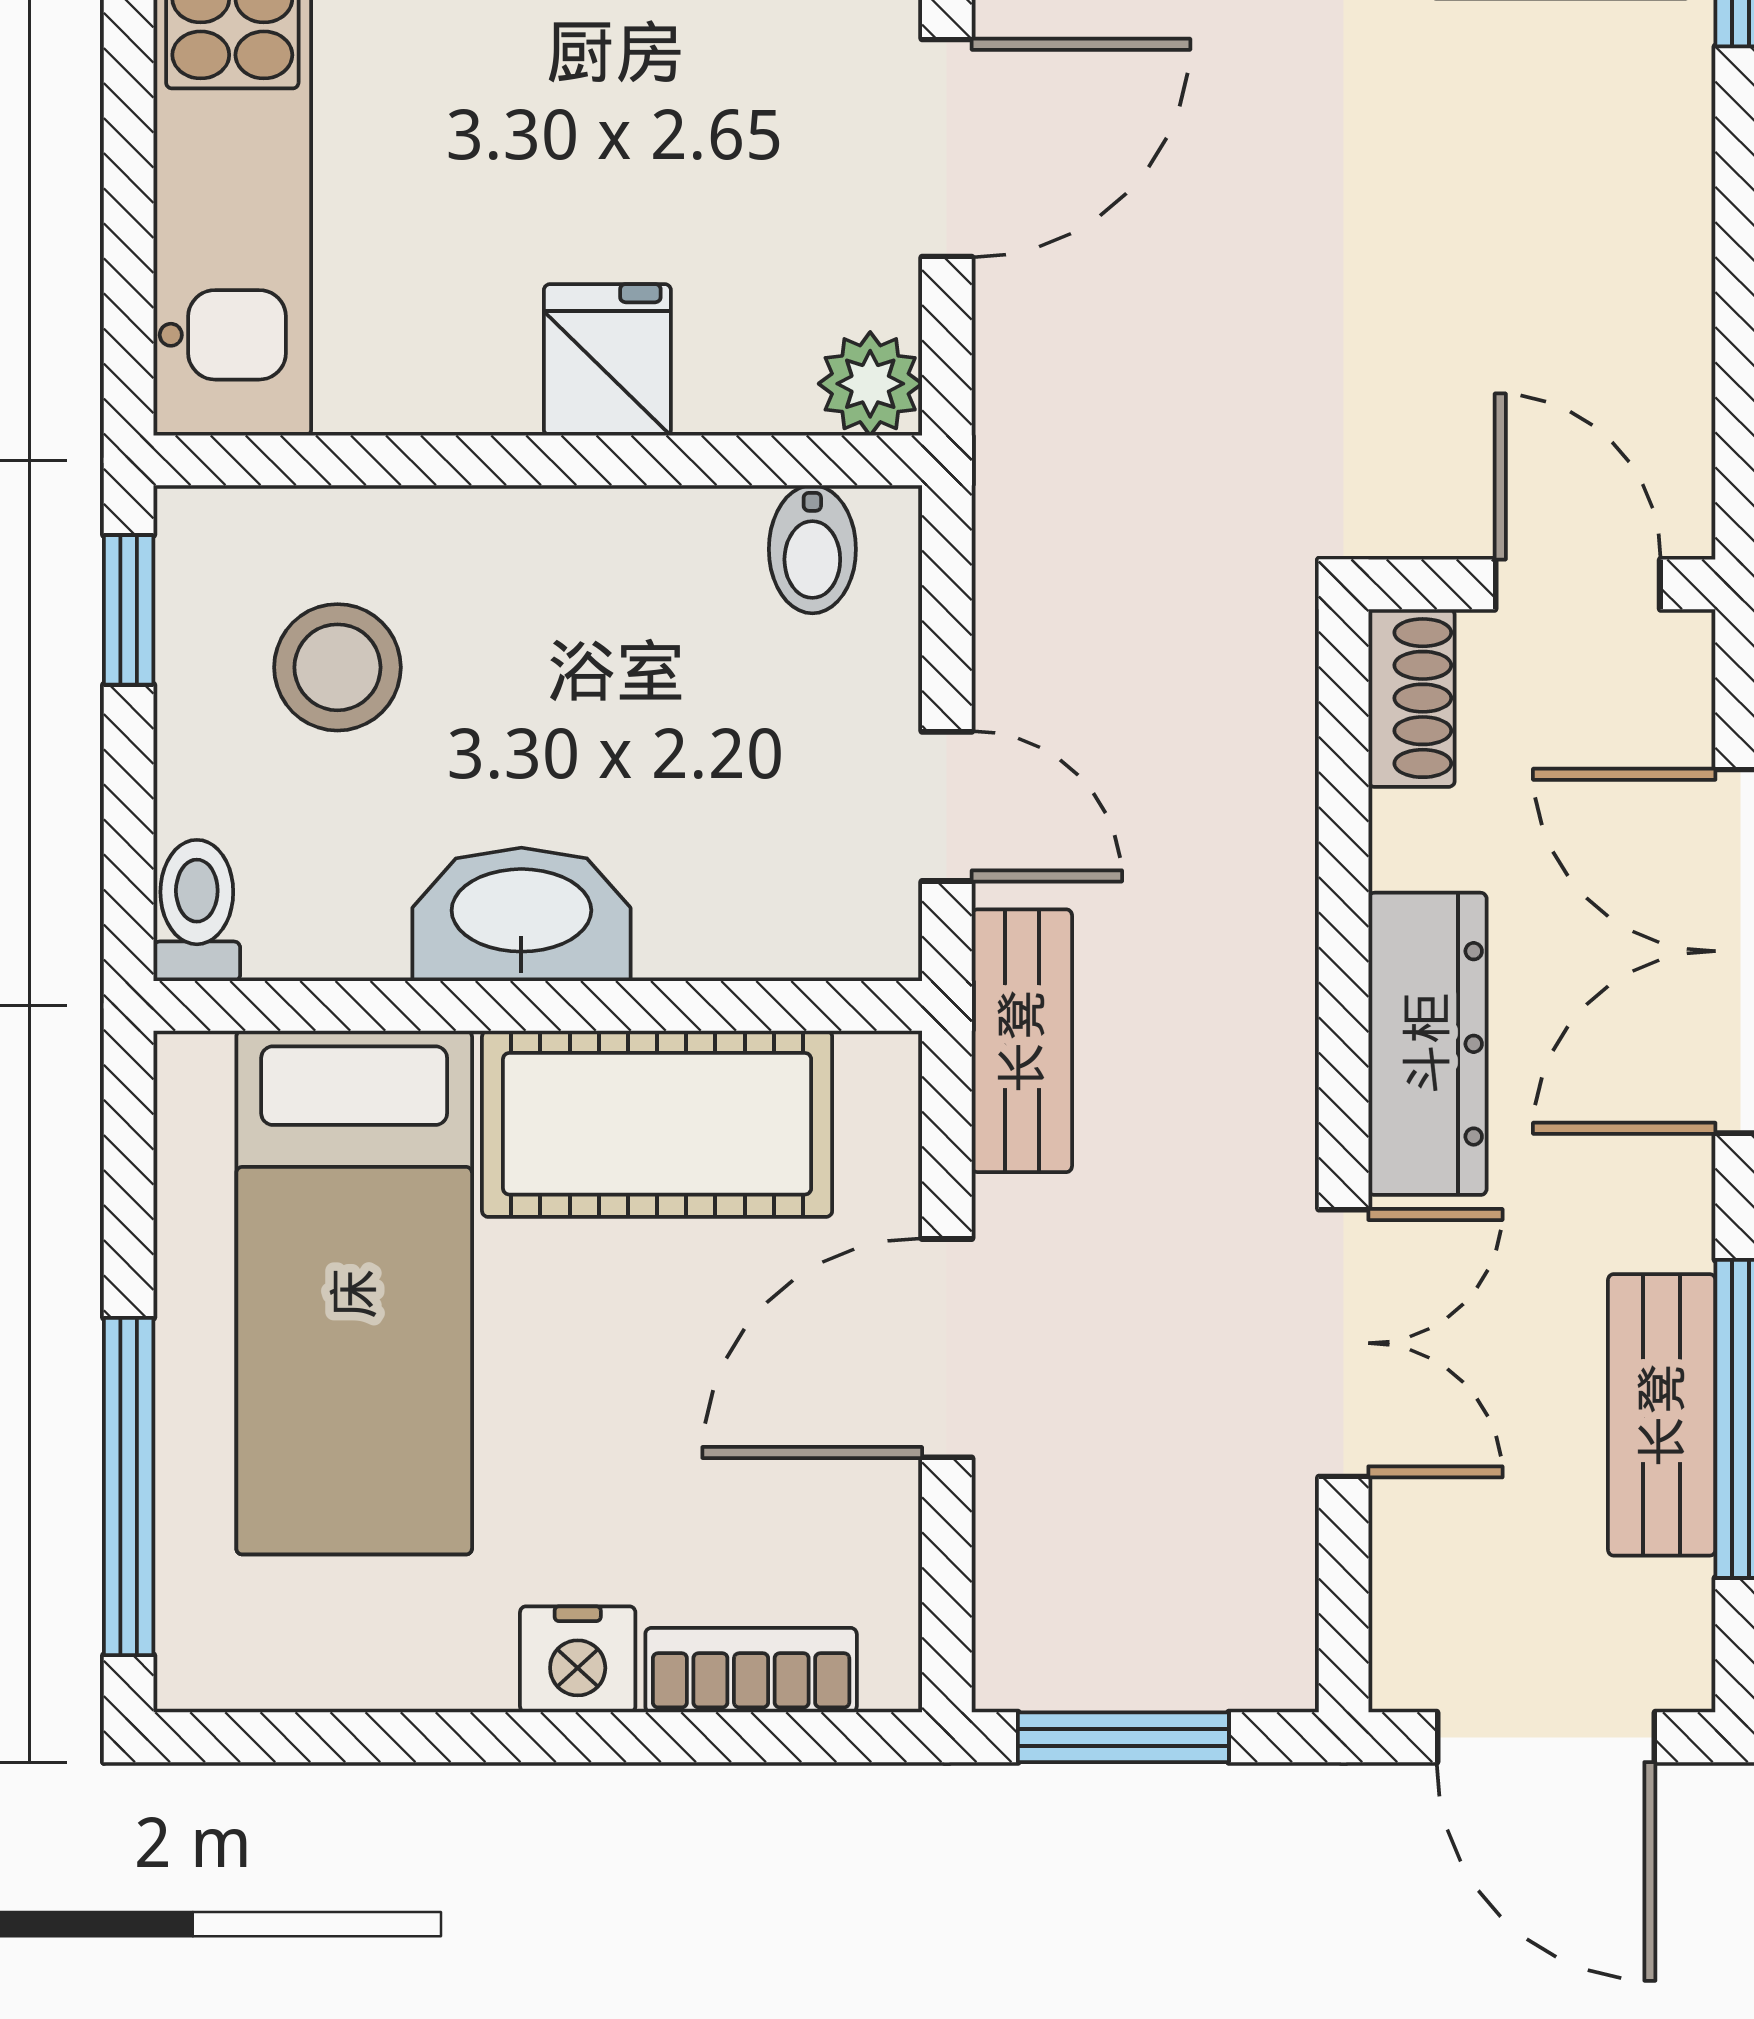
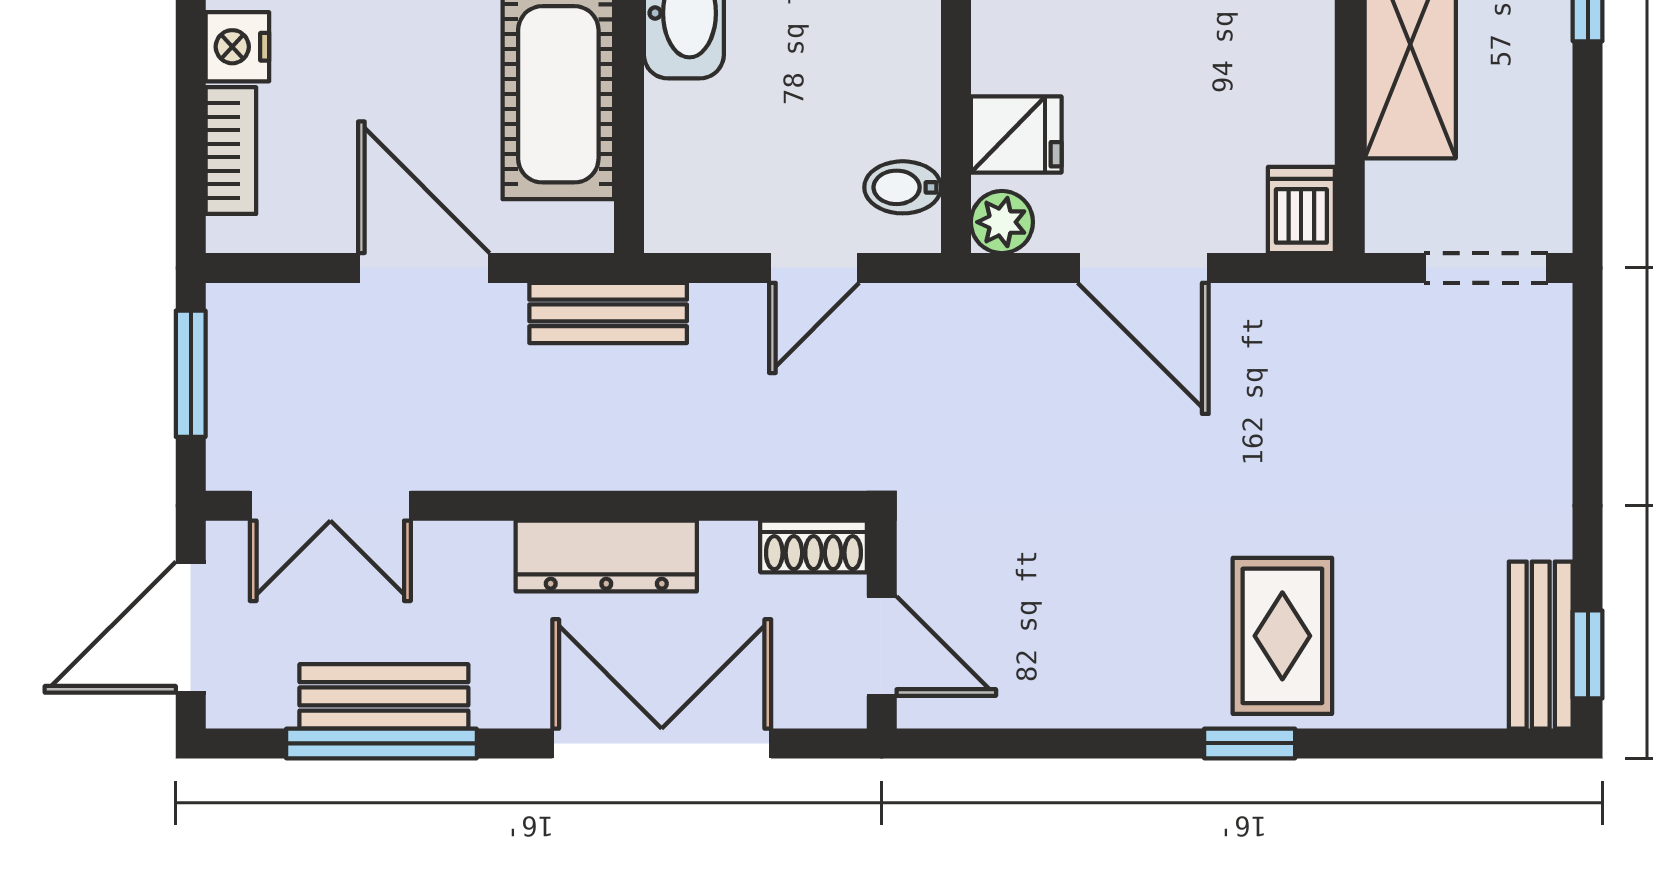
fridge: (607, 360) -> (1016, 134), moved
door: (1578, 584) -> (882, 646), hinge flipped
door: (947, 806) -> (814, 268), moved
double door: (1344, 1343) -> (330, 506), moved

